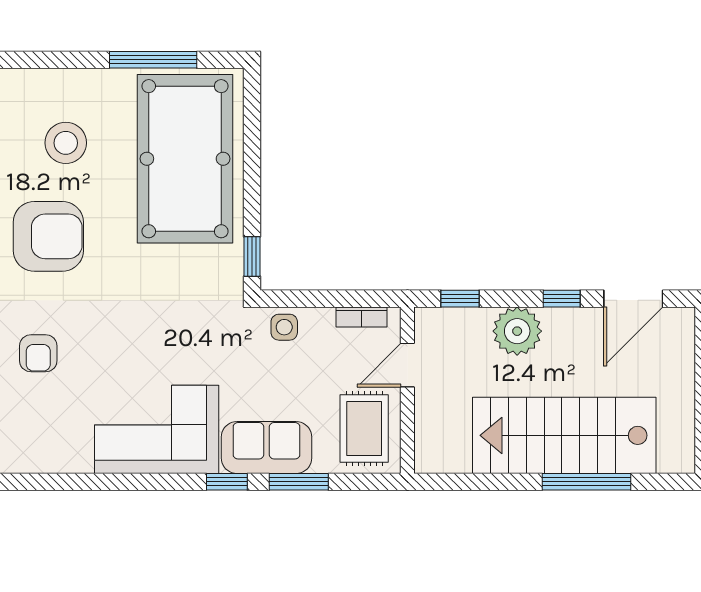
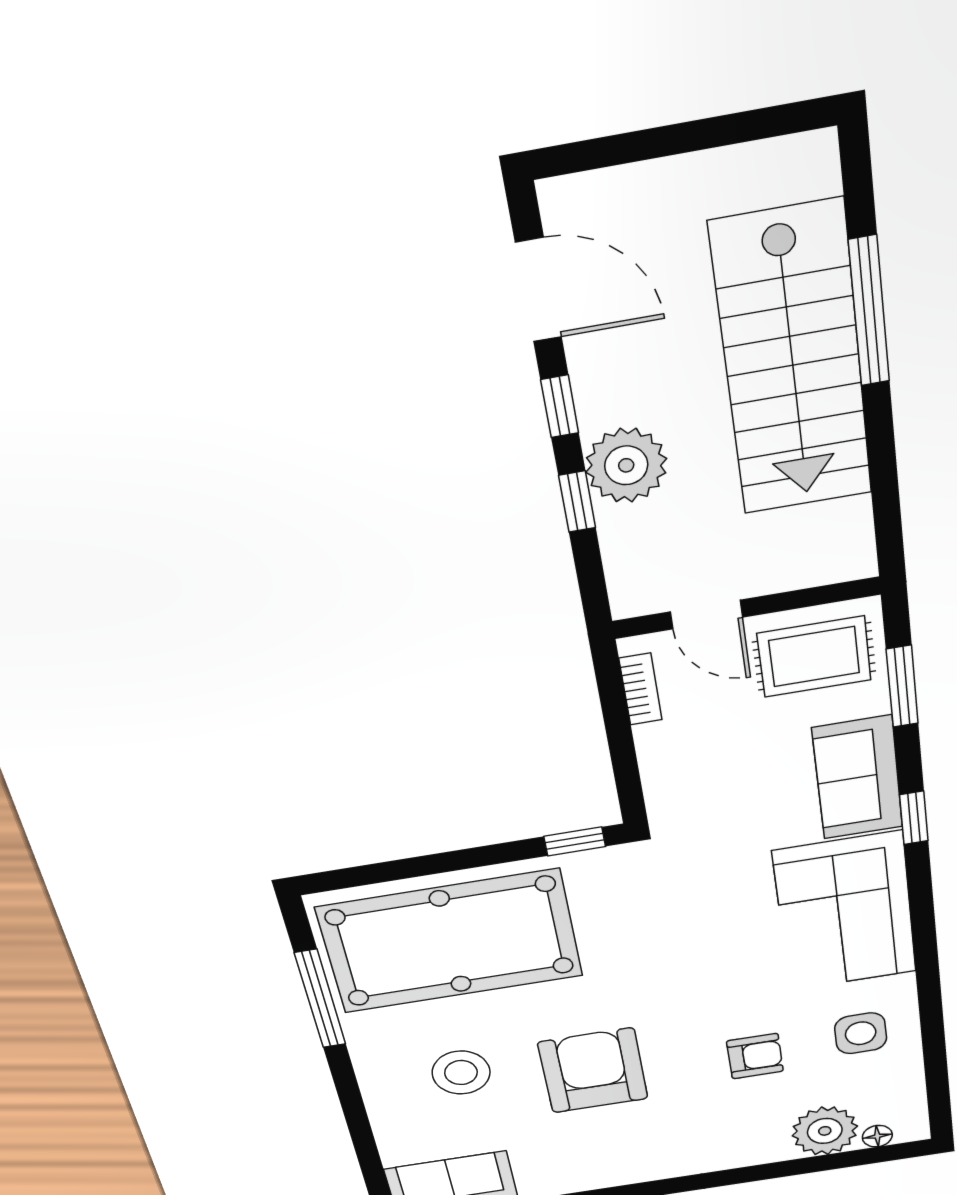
window: (460, 299) -> (577, 502), moved
side table: (284, 327) -> (861, 1033), moved, width x1.37, depth x1.37
window: (299, 482) -> (902, 686), moved

